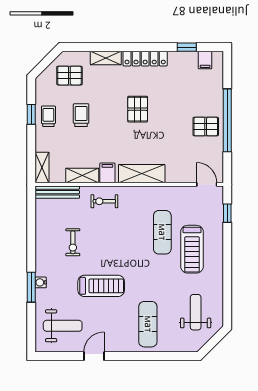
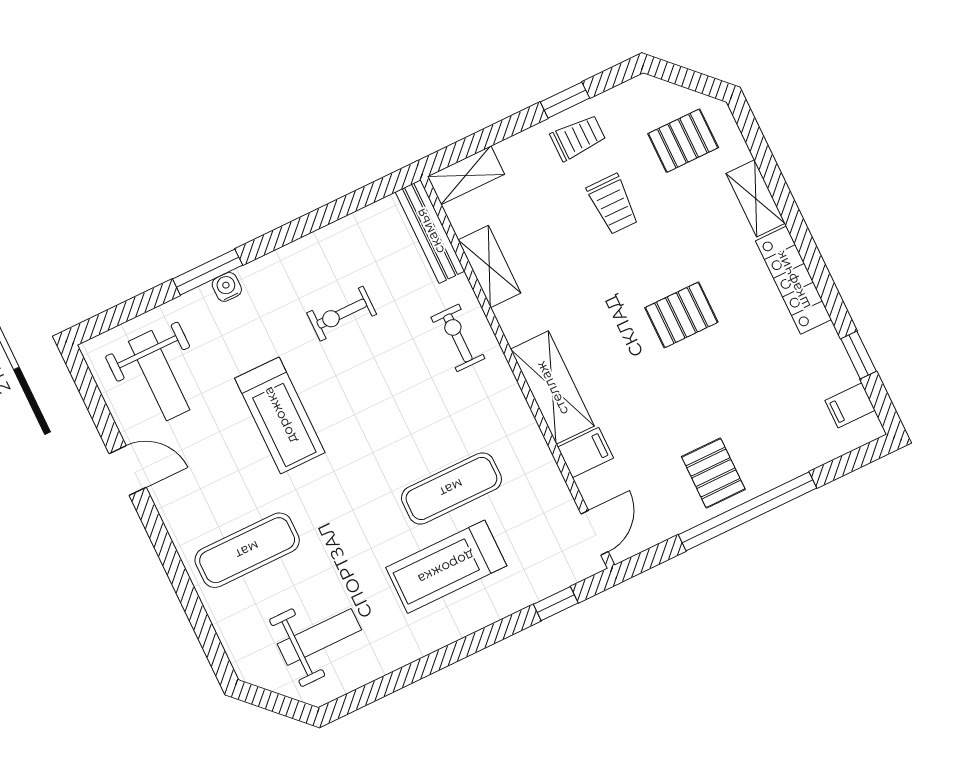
pallet: (69, 76) -> (683, 141), turned 90
trolley: (81, 115) -> (613, 204), turned 90
filing cabinet: (107, 173) -> (586, 453), moved

